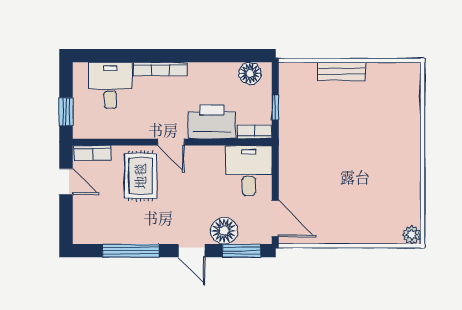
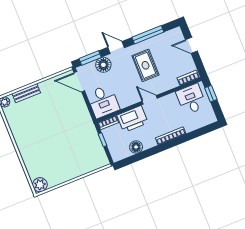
bench: (341, 71) -> (26, 93), moved
floor lamp: (250, 73) -> (136, 147), moved
plant: (408, 75) -> (40, 185), added
desk: (110, 85) -> (191, 99), moved, turned 180
rug: (140, 176) -> (145, 65), moved
door: (66, 181) -> (191, 45), moved

